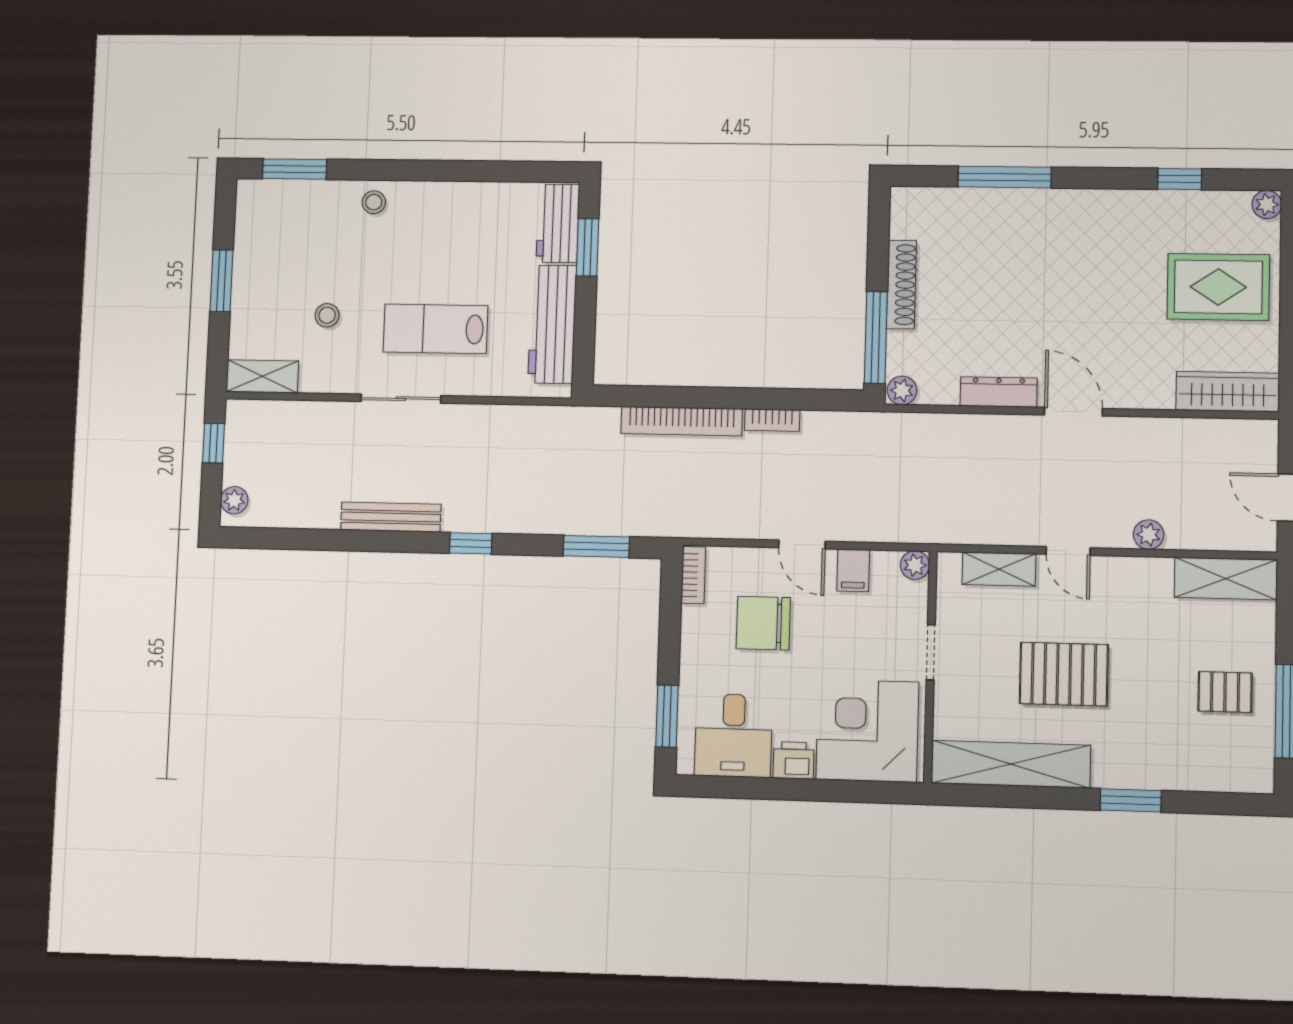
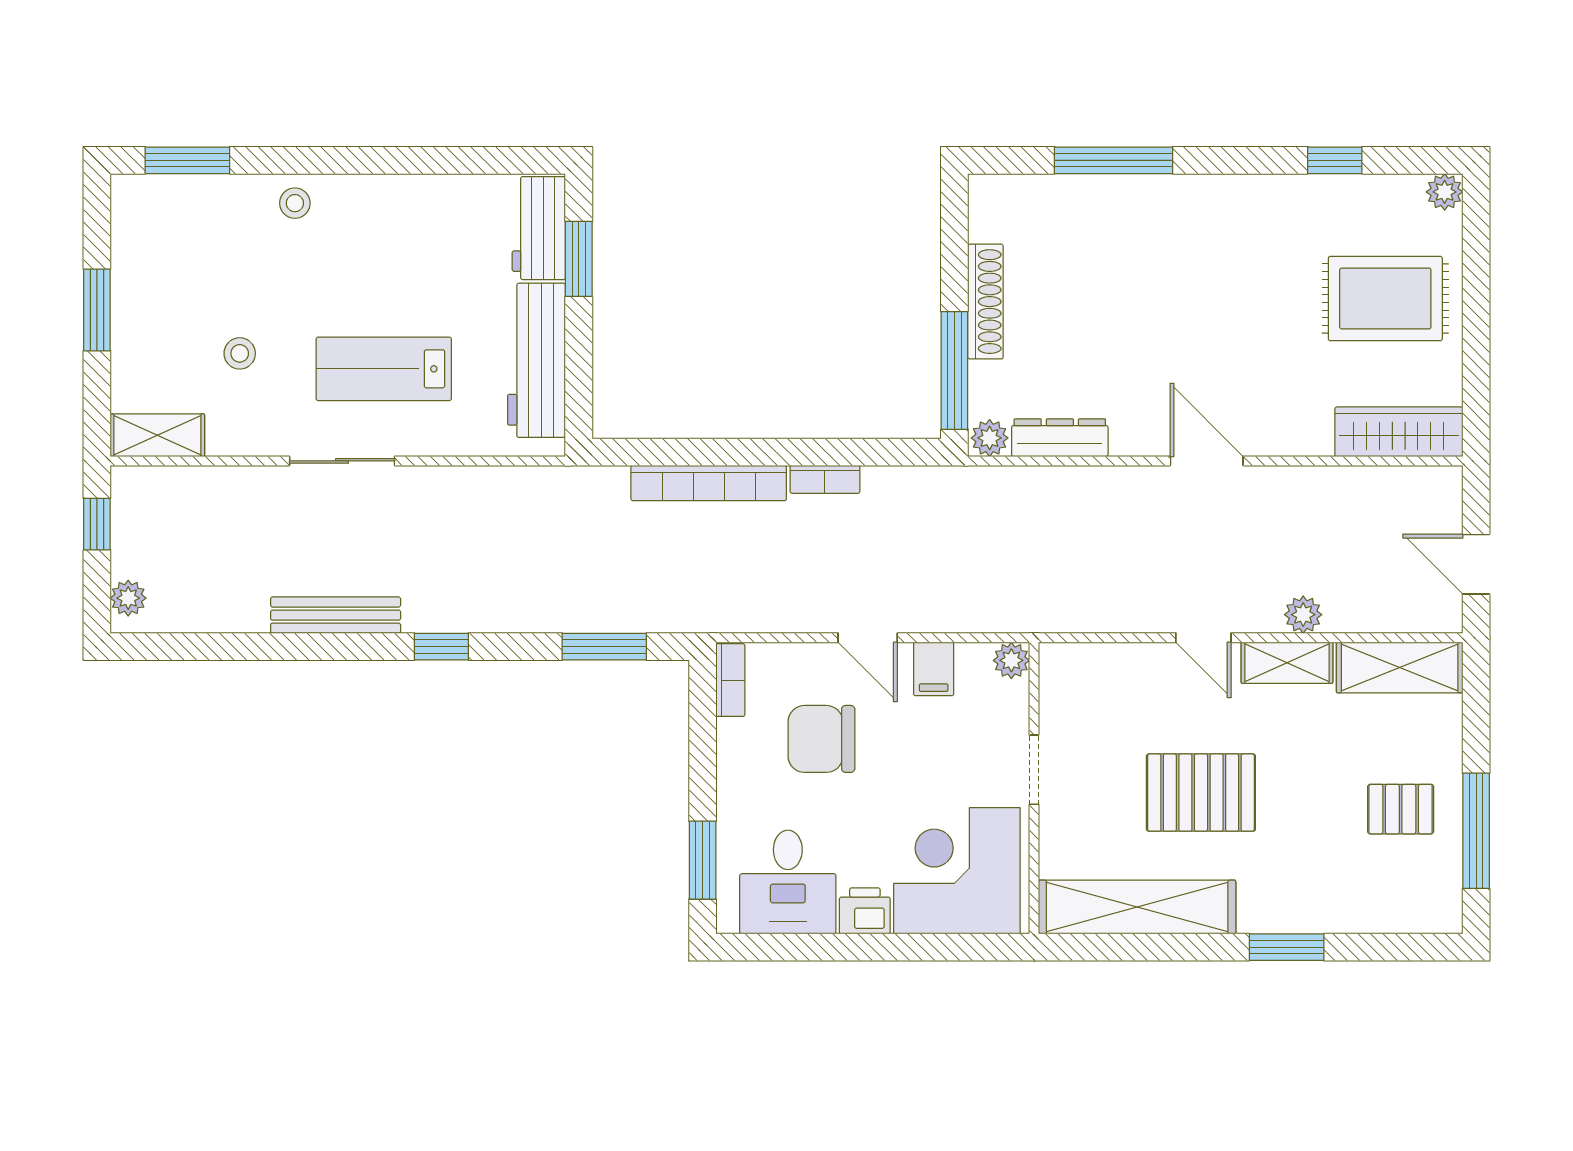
dresser: (999, 392) -> (1060, 438), moved
shelving: (999, 569) -> (1287, 663), moved

